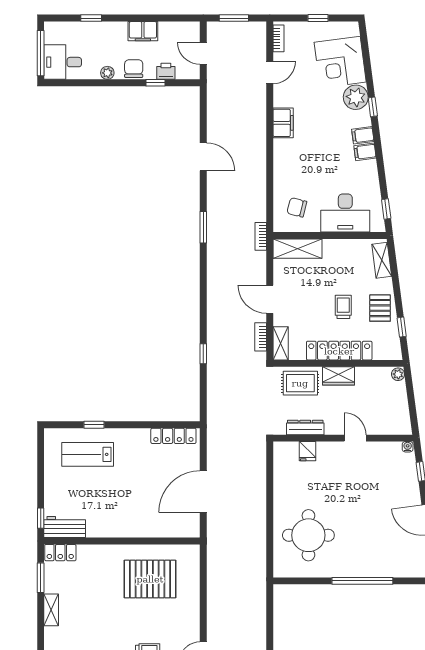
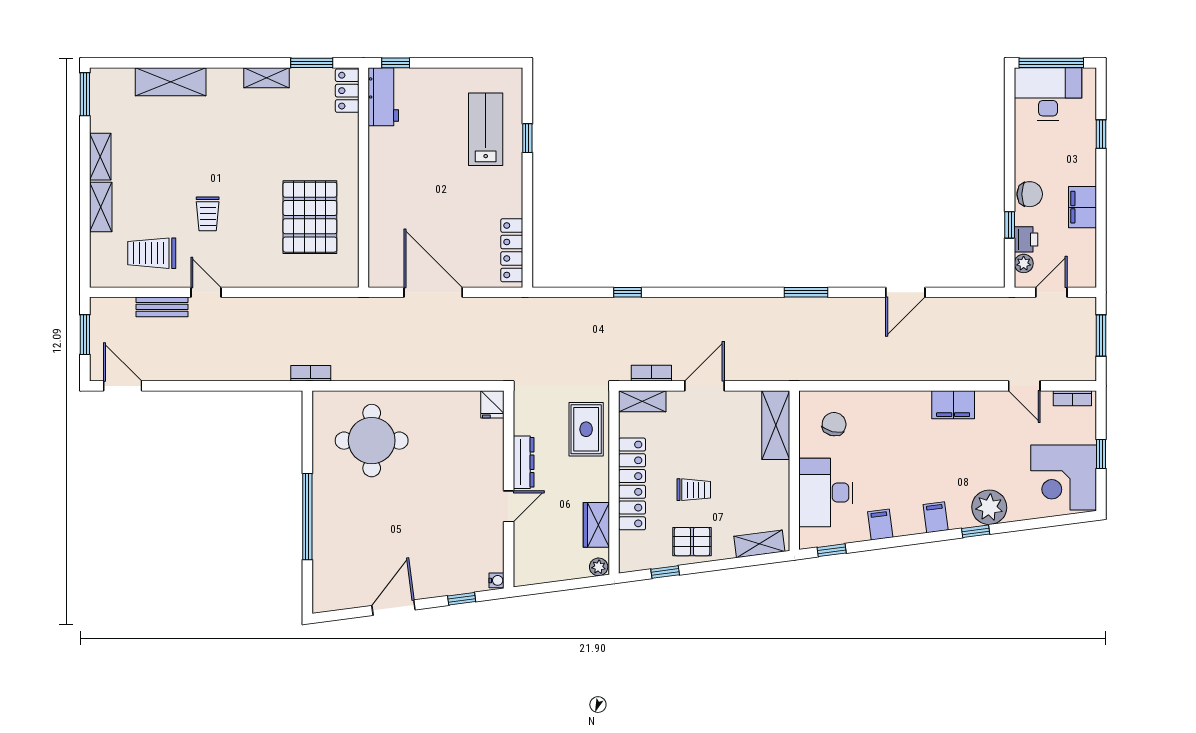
desk: (63, 62) -> (1048, 94), width x1.37
corner desk: (340, 62) -> (1064, 478), moved, turned -83
plant: (107, 73) -> (1024, 263), moved
filing cabinet: (365, 152) -> (880, 525), moved
bookcase: (261, 236) -> (311, 373), moved
wardrobe: (339, 376) -> (596, 525), moved
dresser: (305, 427) -> (524, 462), moved
fridge: (308, 451) -> (492, 404), moved, turned -90

